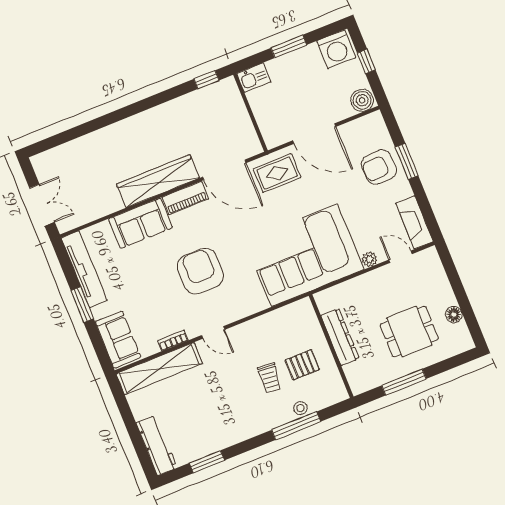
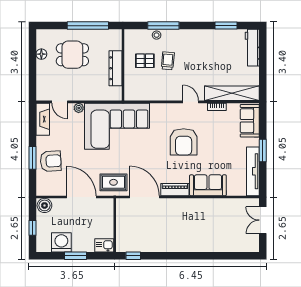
washing machine: (336, 49) -> (61, 242), moved
wardrobe: (158, 181) -> (187, 207), removed
window: (404, 382) -> (88, 26), width x1.46

